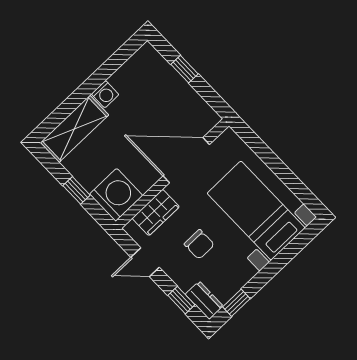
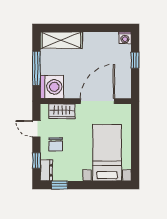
washing machine: (105, 94) -> (125, 38), moved
door: (186, 160) -> (97, 101), hinge flipped
window: (76, 190) -> (36, 68), width x2.17
chair: (199, 244) -> (56, 144), moved

